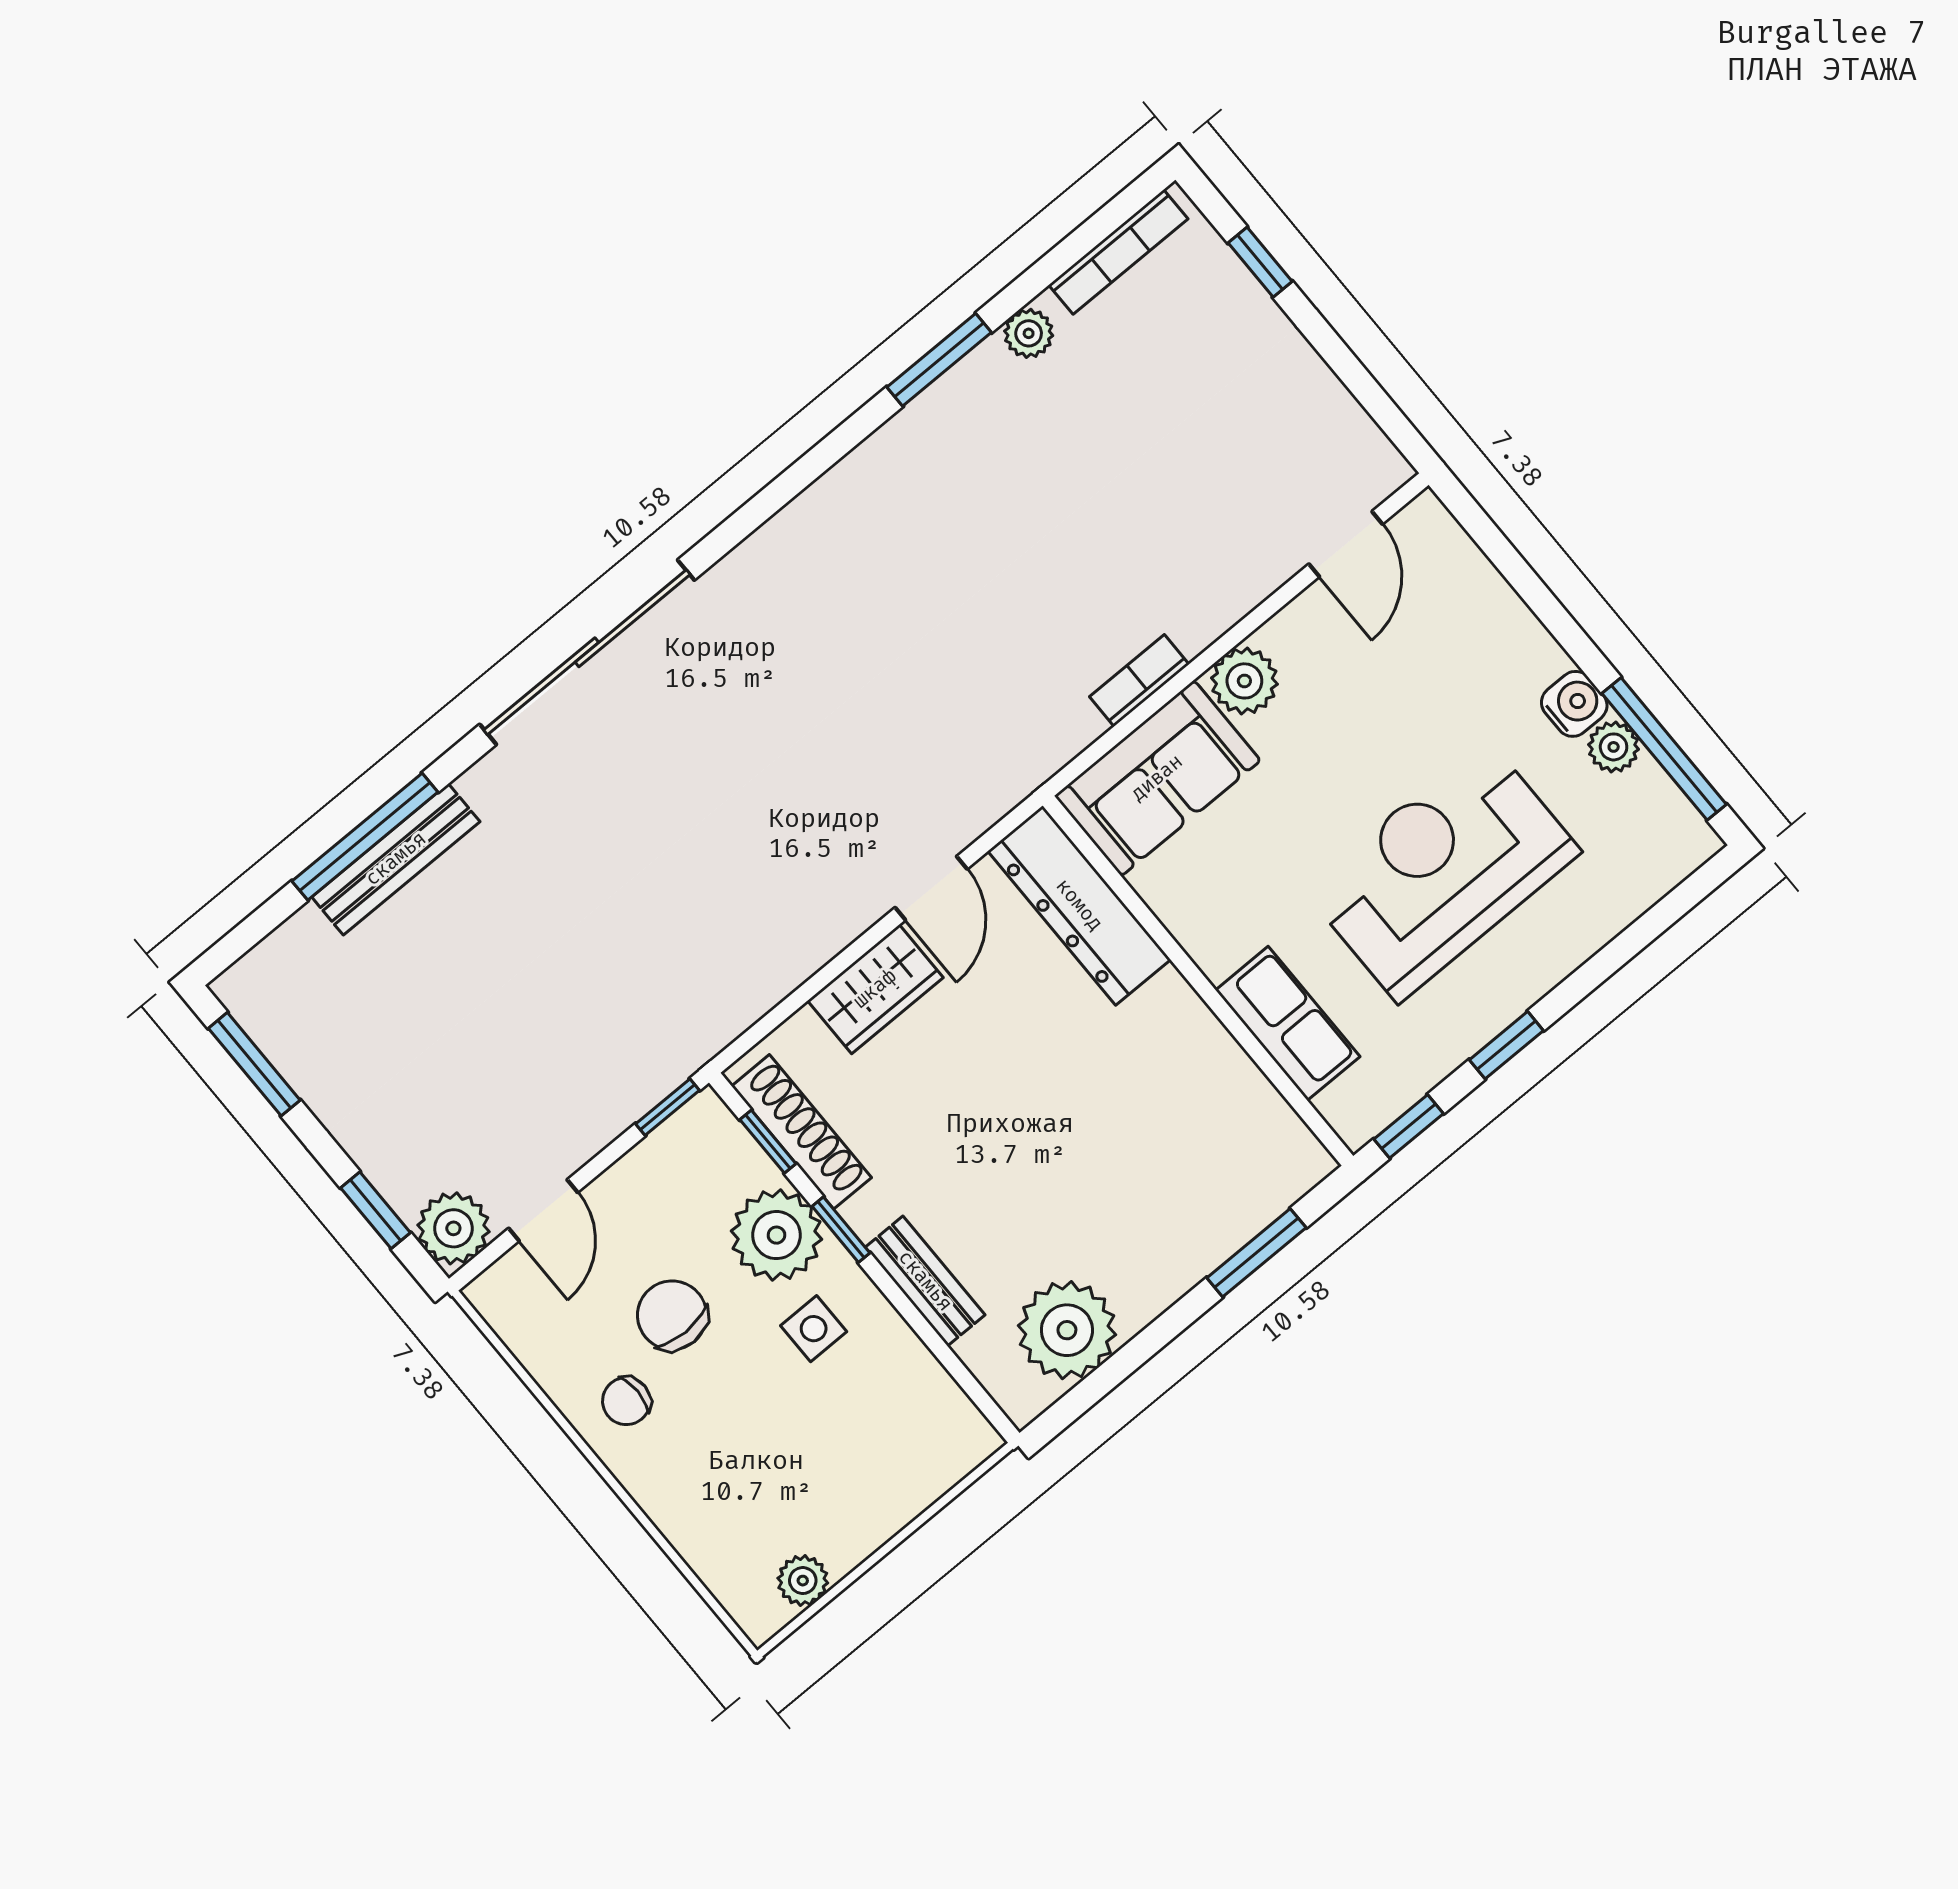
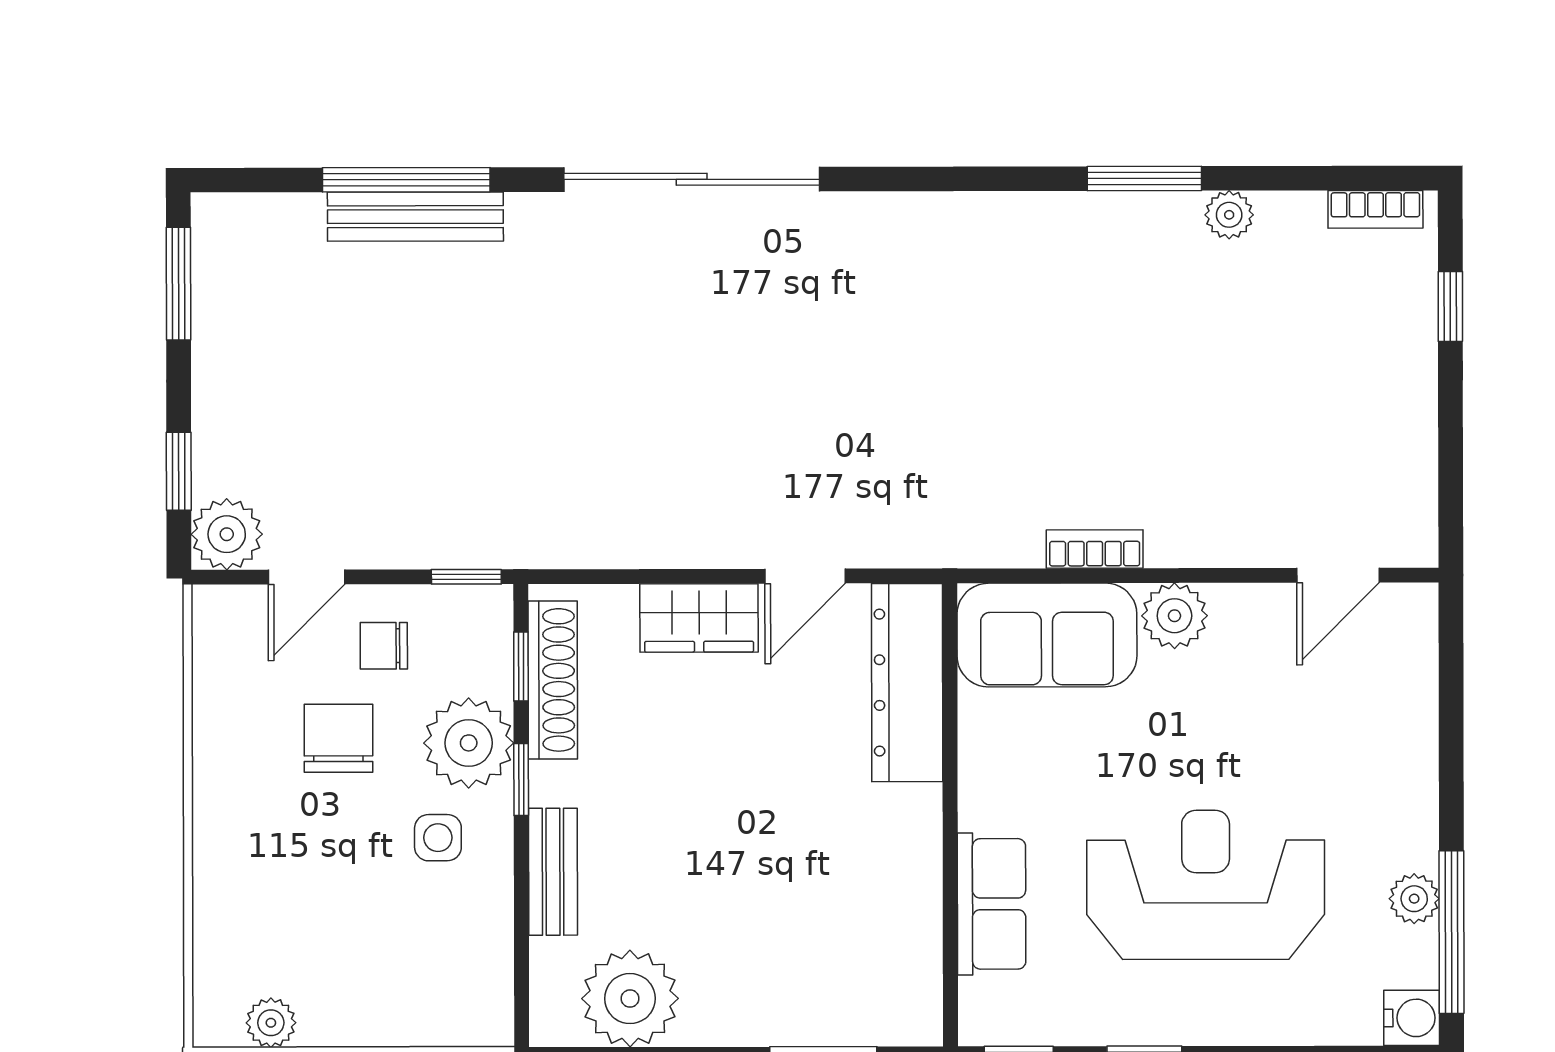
bookcase: (1118, 252) -> (1375, 209), width x0.64
water cooler: (1574, 704) -> (1412, 1018), moved
chair: (626, 1401) -> (384, 646), moved

